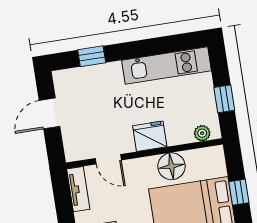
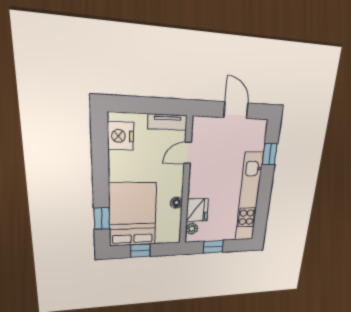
kitchen unit: (166, 65) -> (249, 197), width x1.36
fridge: (150, 136) -> (197, 210), moved
floor lamp: (171, 166) -> (176, 203), width x0.53, depth x0.53

